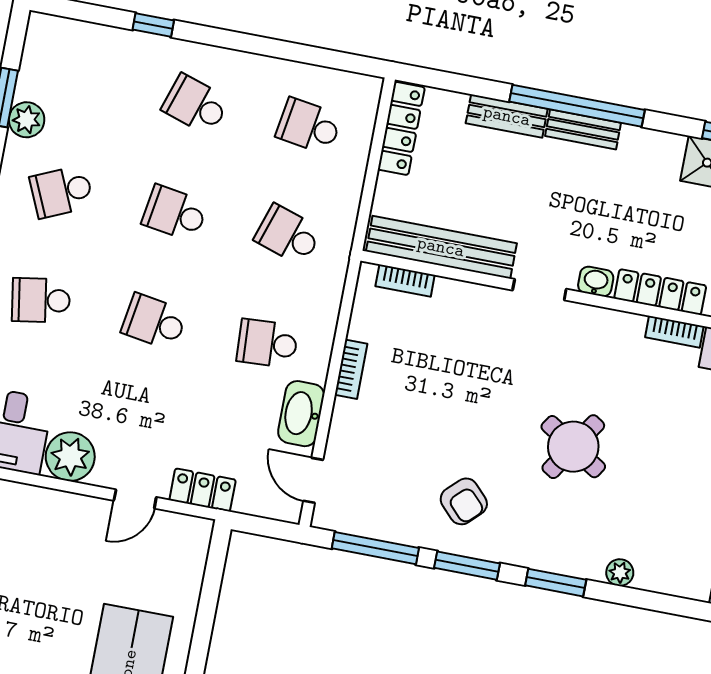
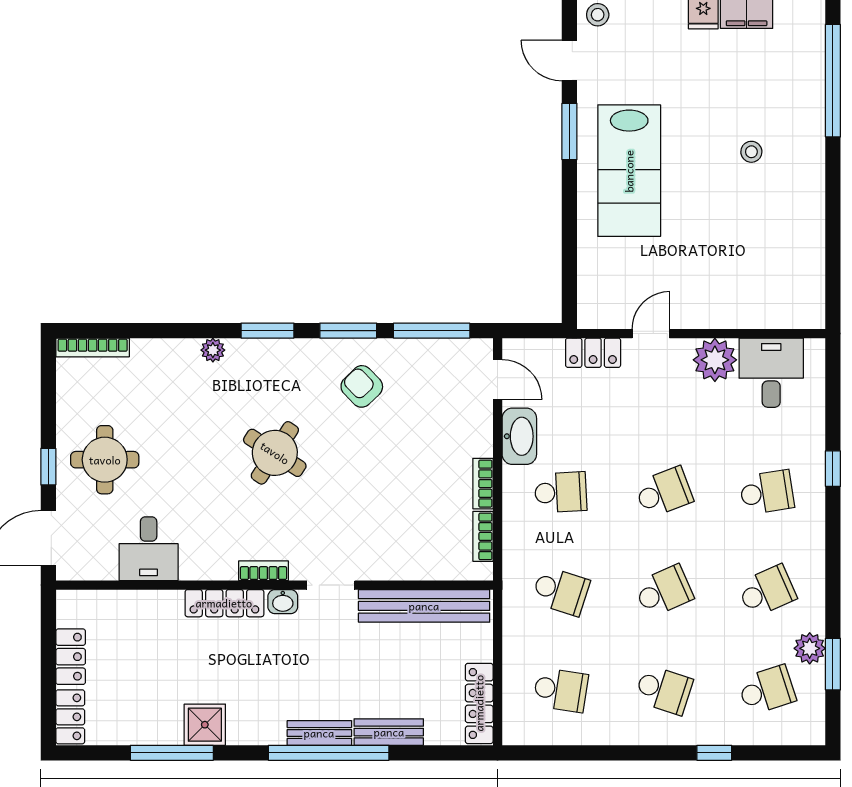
school desk: (82, 83) -> (767, 690), added
school desk: (175, 213) -> (664, 591), turned -33
bookcase: (405, 281) -> (483, 536), moved, turned -90
school desk: (154, 322) -> (664, 492), turned -30
bookcase: (674, 332) -> (263, 571), moved

